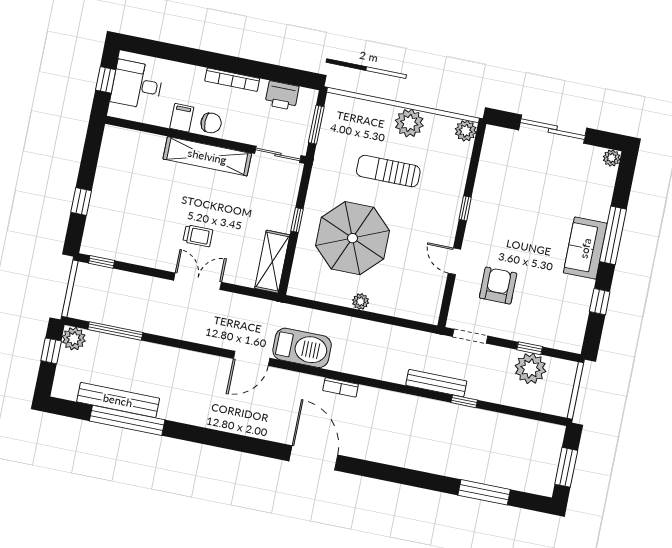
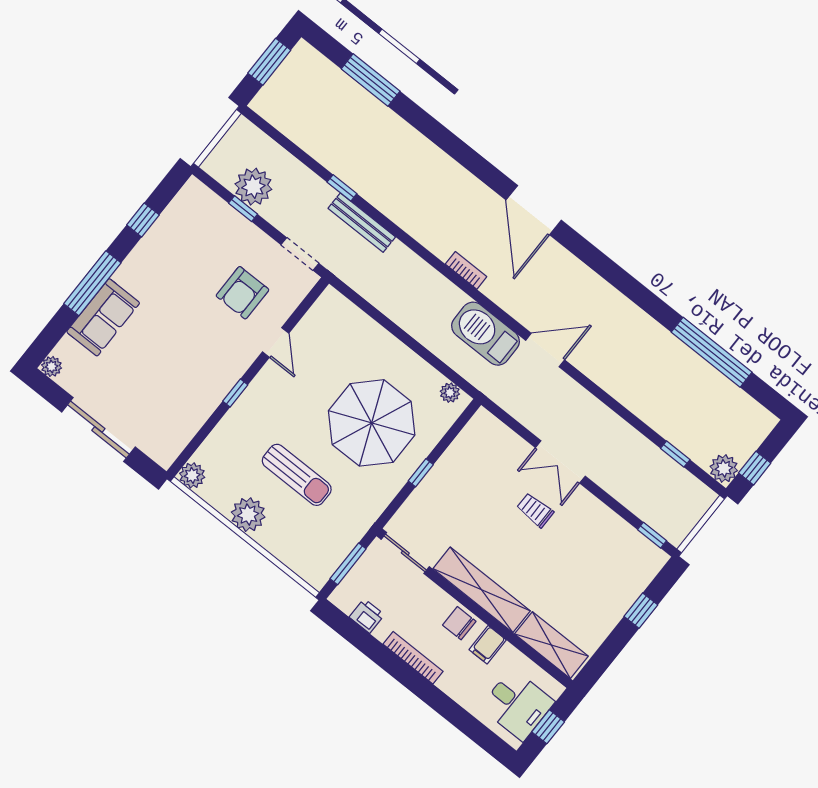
printer: (282, 95) -> (367, 616), width x0.73, depth x0.81
sofa: (585, 248) -> (103, 317), moved
shelving: (272, 262) -> (551, 645), moved, turned 90
plant: (361, 302) -> (450, 393), moved
window: (115, 331) -> (675, 454), width x0.46
bench: (118, 400) -> (710, 379), removed

